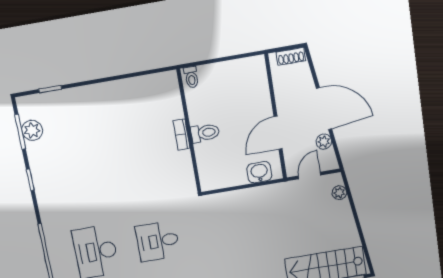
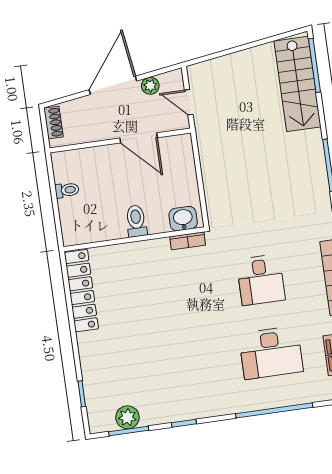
toilet: (191, 77) -> (67, 190), moved
locker: (142, 86) -> (81, 291), added
bookcase: (182, 135) -> (188, 241), moved
washbasin: (259, 172) -> (183, 219), moved, turned 90
plant: (339, 193) -> (210, 68), removed

